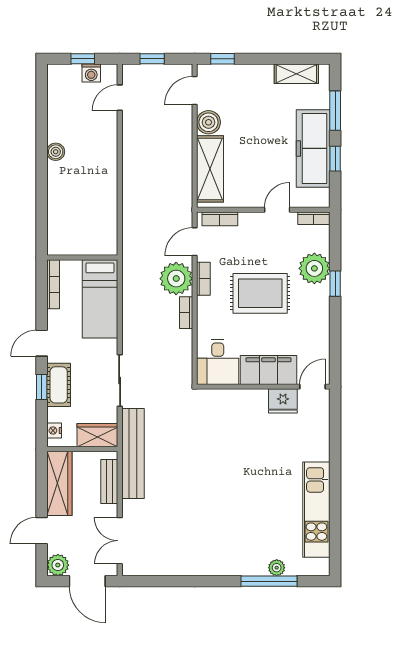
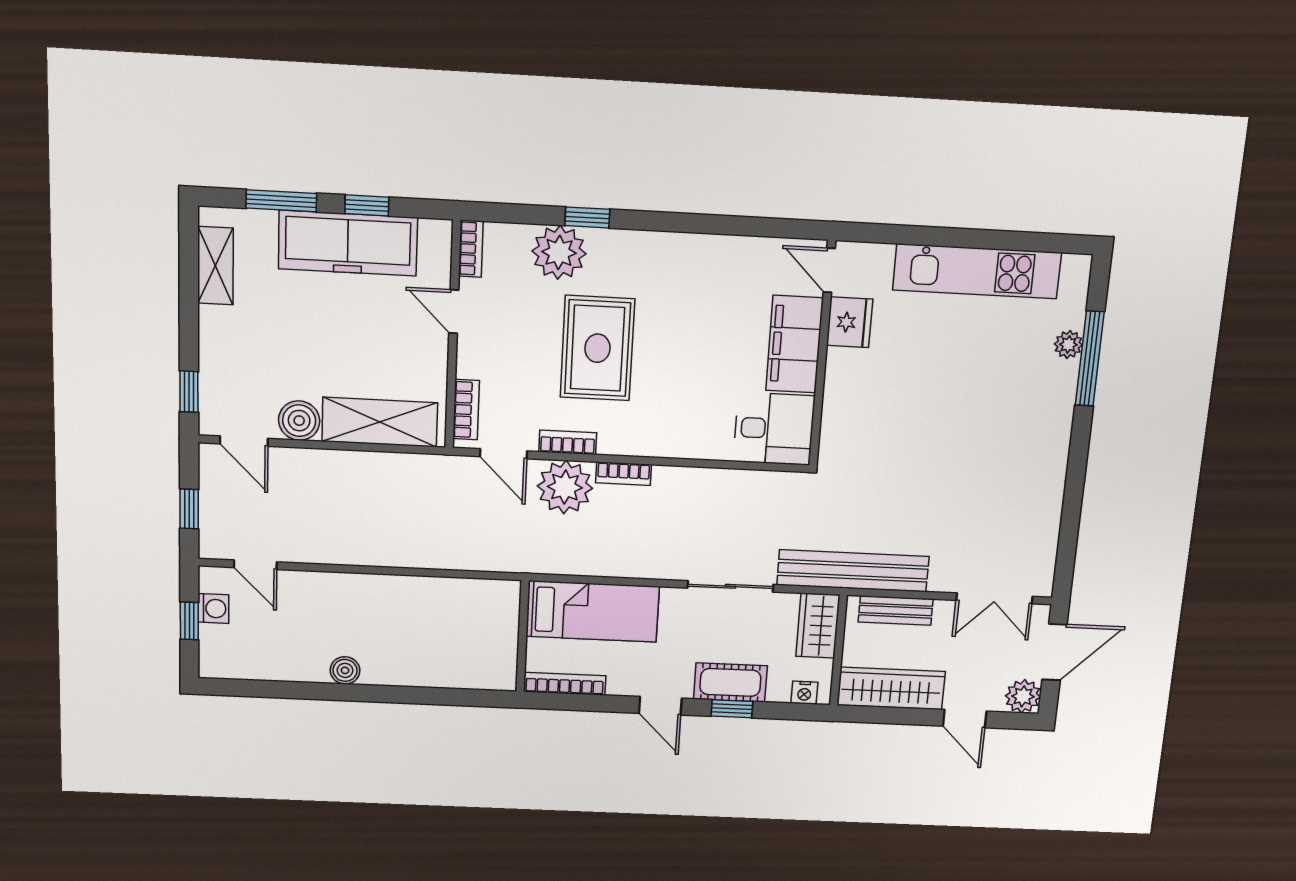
desk: (218, 362) -> (774, 429), moved
filing cabinet: (268, 370) -> (794, 344), moved
wall: (263, 387) -> (822, 354), moved
door: (312, 387) -> (829, 270), moved
fridge: (283, 401) -> (850, 322), moved

